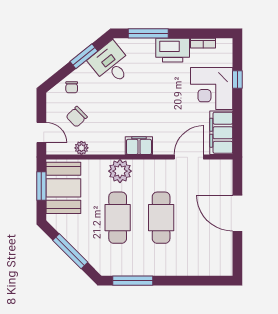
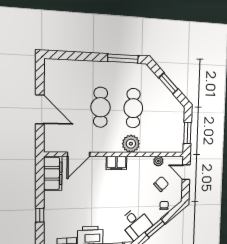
corner desk: (212, 88) -> (60, 208), removed
booth: (63, 188) -> (172, 131), removed
window: (70, 251) -> (169, 83), width x0.69

